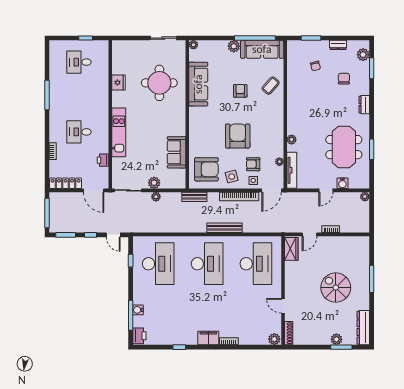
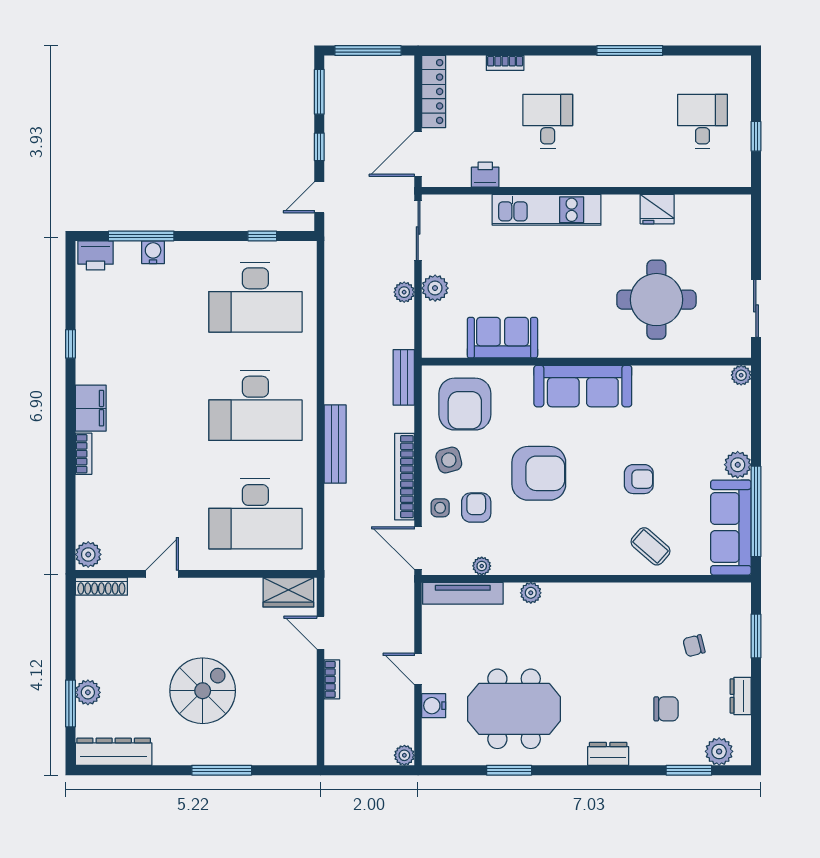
sofa: (198, 84) -> (583, 386), moved

